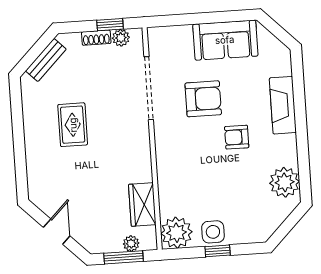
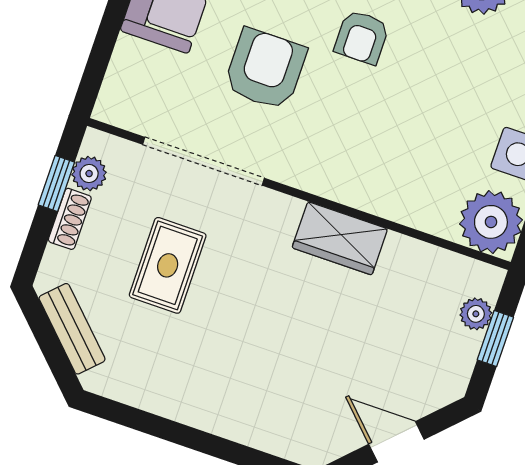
rug: (73, 125) -> (168, 265), moved, turned 90
wardrobe: (142, 205) -> (340, 238), moved
window: (124, 257) -> (495, 339), width x0.67

